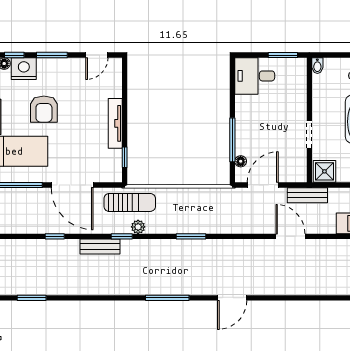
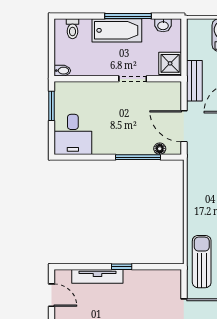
tv unit: (115, 123) -> (97, 276), moved
window: (125, 157) -> (122, 267), moved

